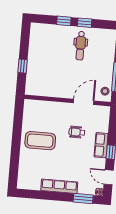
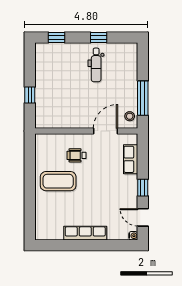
window: (64, 21) -> (56, 37), moved
wheelchair: (77, 132) -> (76, 155), moved
row of seats: (101, 145) -> (131, 159), moved
window: (83, 199) -> (115, 245), removed

